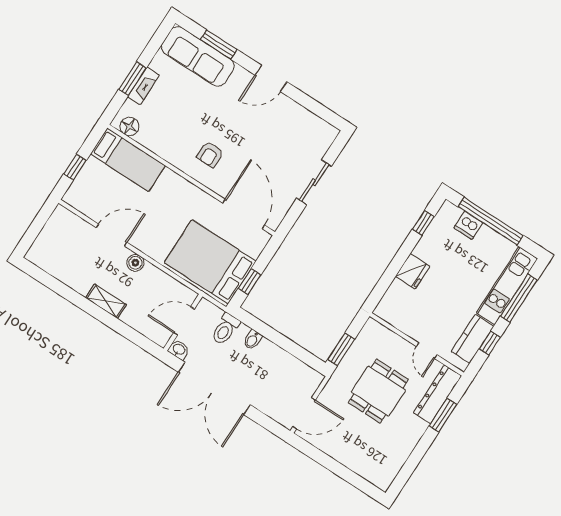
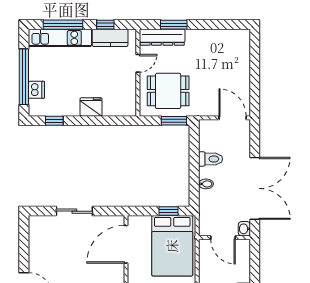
toilet: (225, 329) -> (211, 159), moved
dining table: (378, 391) -> (168, 91), moved

